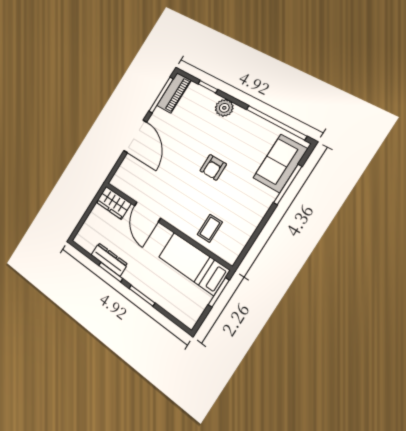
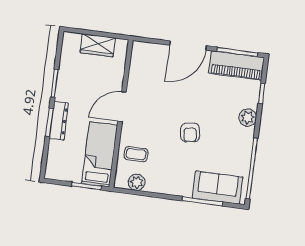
piano: (174, 93) -> (236, 65), width x1.37, depth x1.33
armchair: (213, 167) -> (190, 132), turned -98
wardrobe: (114, 203) -> (98, 45), moved, turned -90
door: (147, 212) -> (122, 107), moved
plant: (238, 241) -> (137, 182), added
dresser: (109, 259) -> (59, 121), moved

